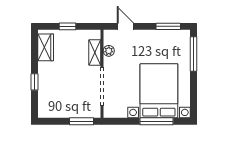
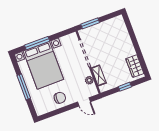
window: (168, 26) -> (54, 113), removed
chair: (154, 43) -> (60, 98), added
window: (193, 54) -> (24, 87), moved
window: (34, 82) -> (134, 39), removed

